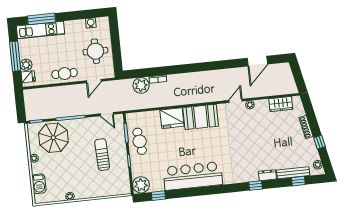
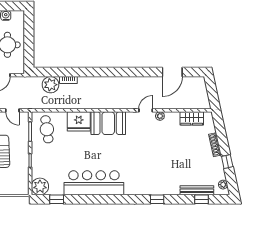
cafe table: (140, 141) -> (47, 129), moved
dresser: (267, 175) -> (170, 190), removed

